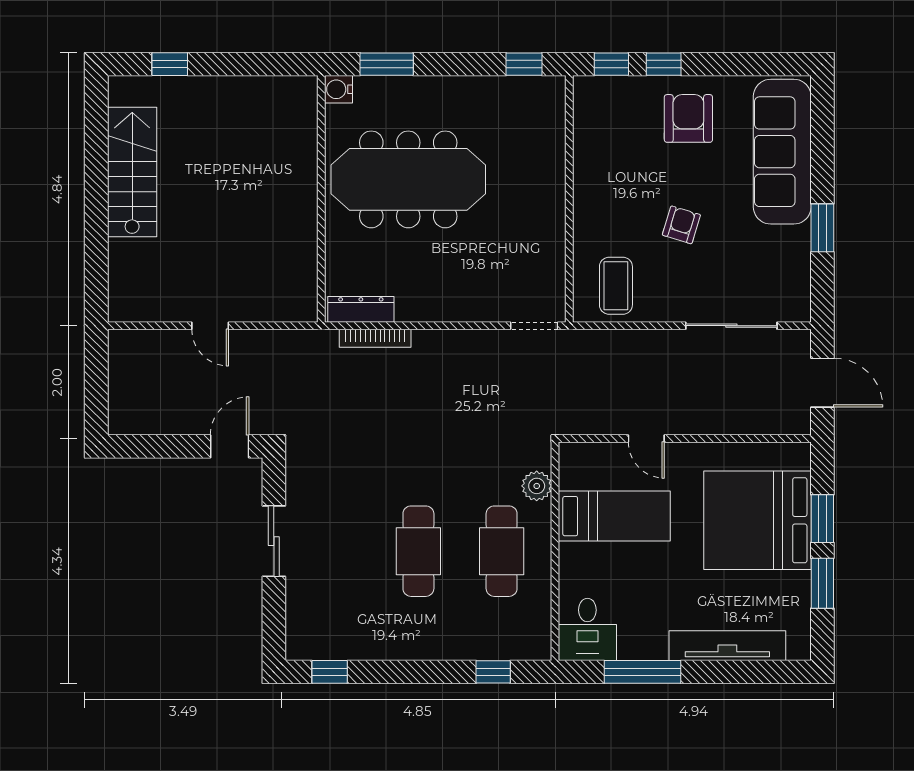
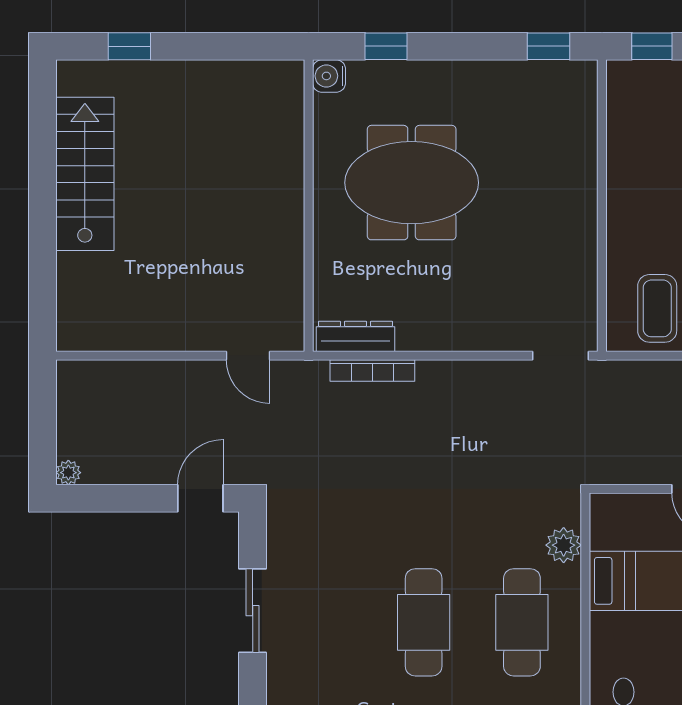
window: (387, 64) -> (386, 46), width x0.67
meeting table: (408, 179) -> (412, 183), width x0.73
door: (210, 326) -> (248, 356), moved
plant: (118, 424) -> (68, 473), added

